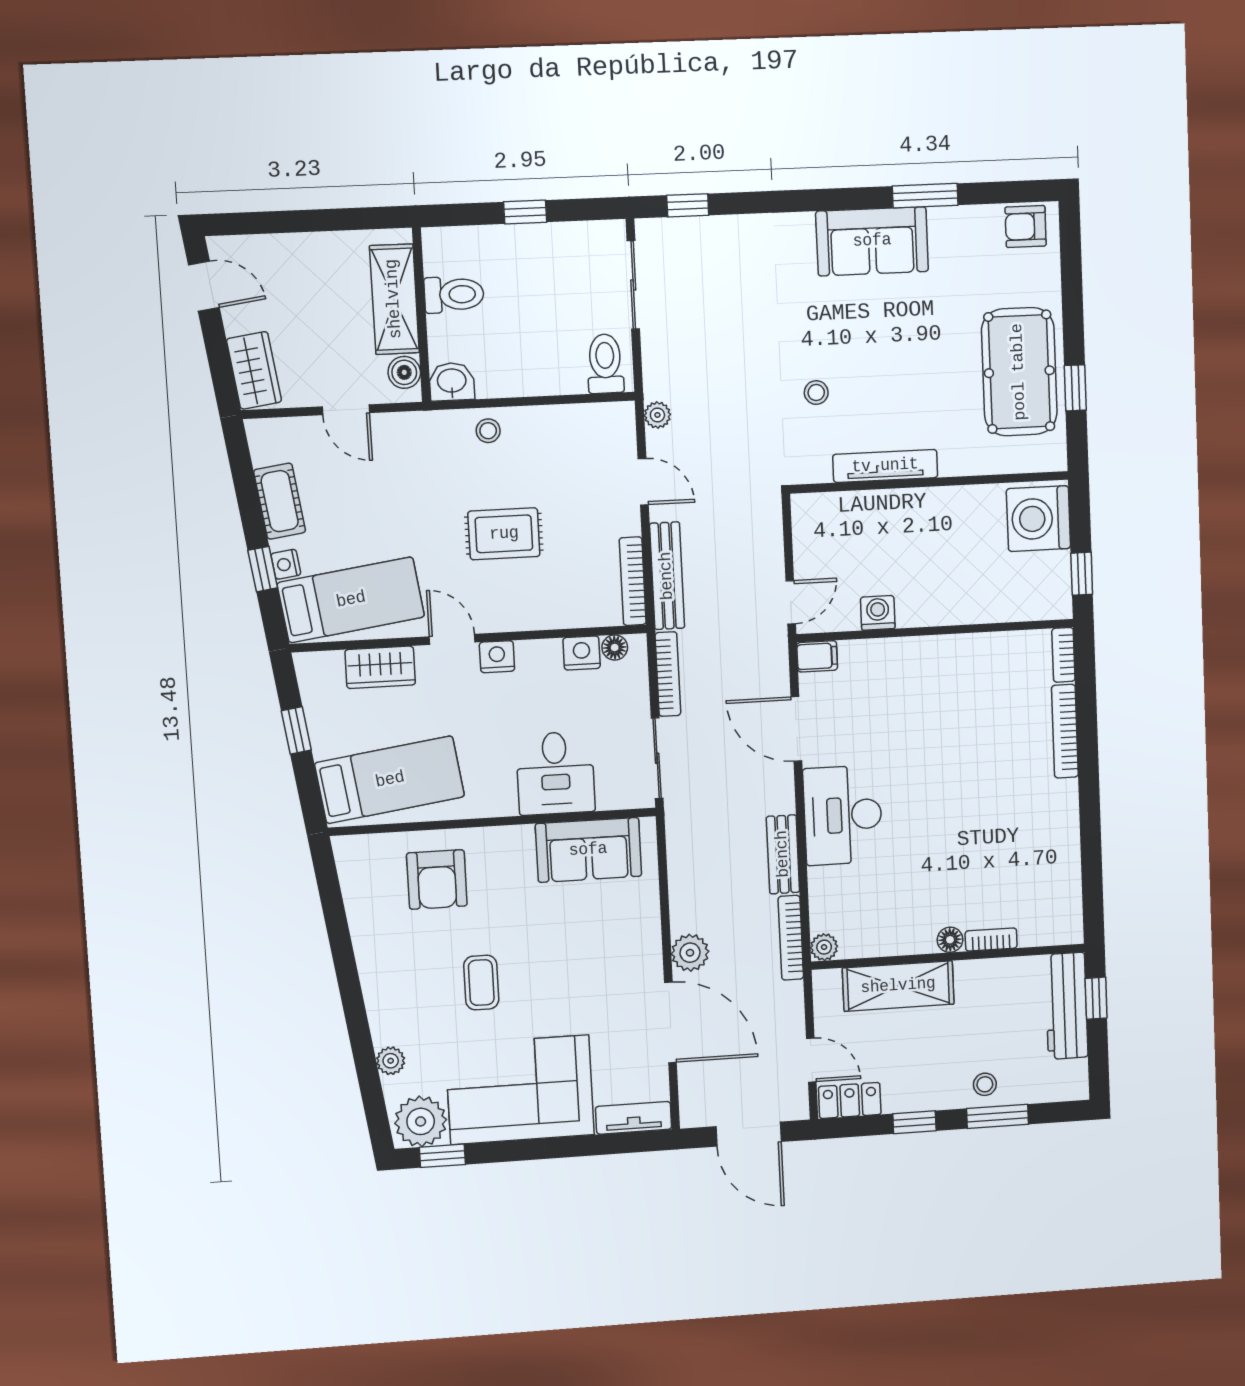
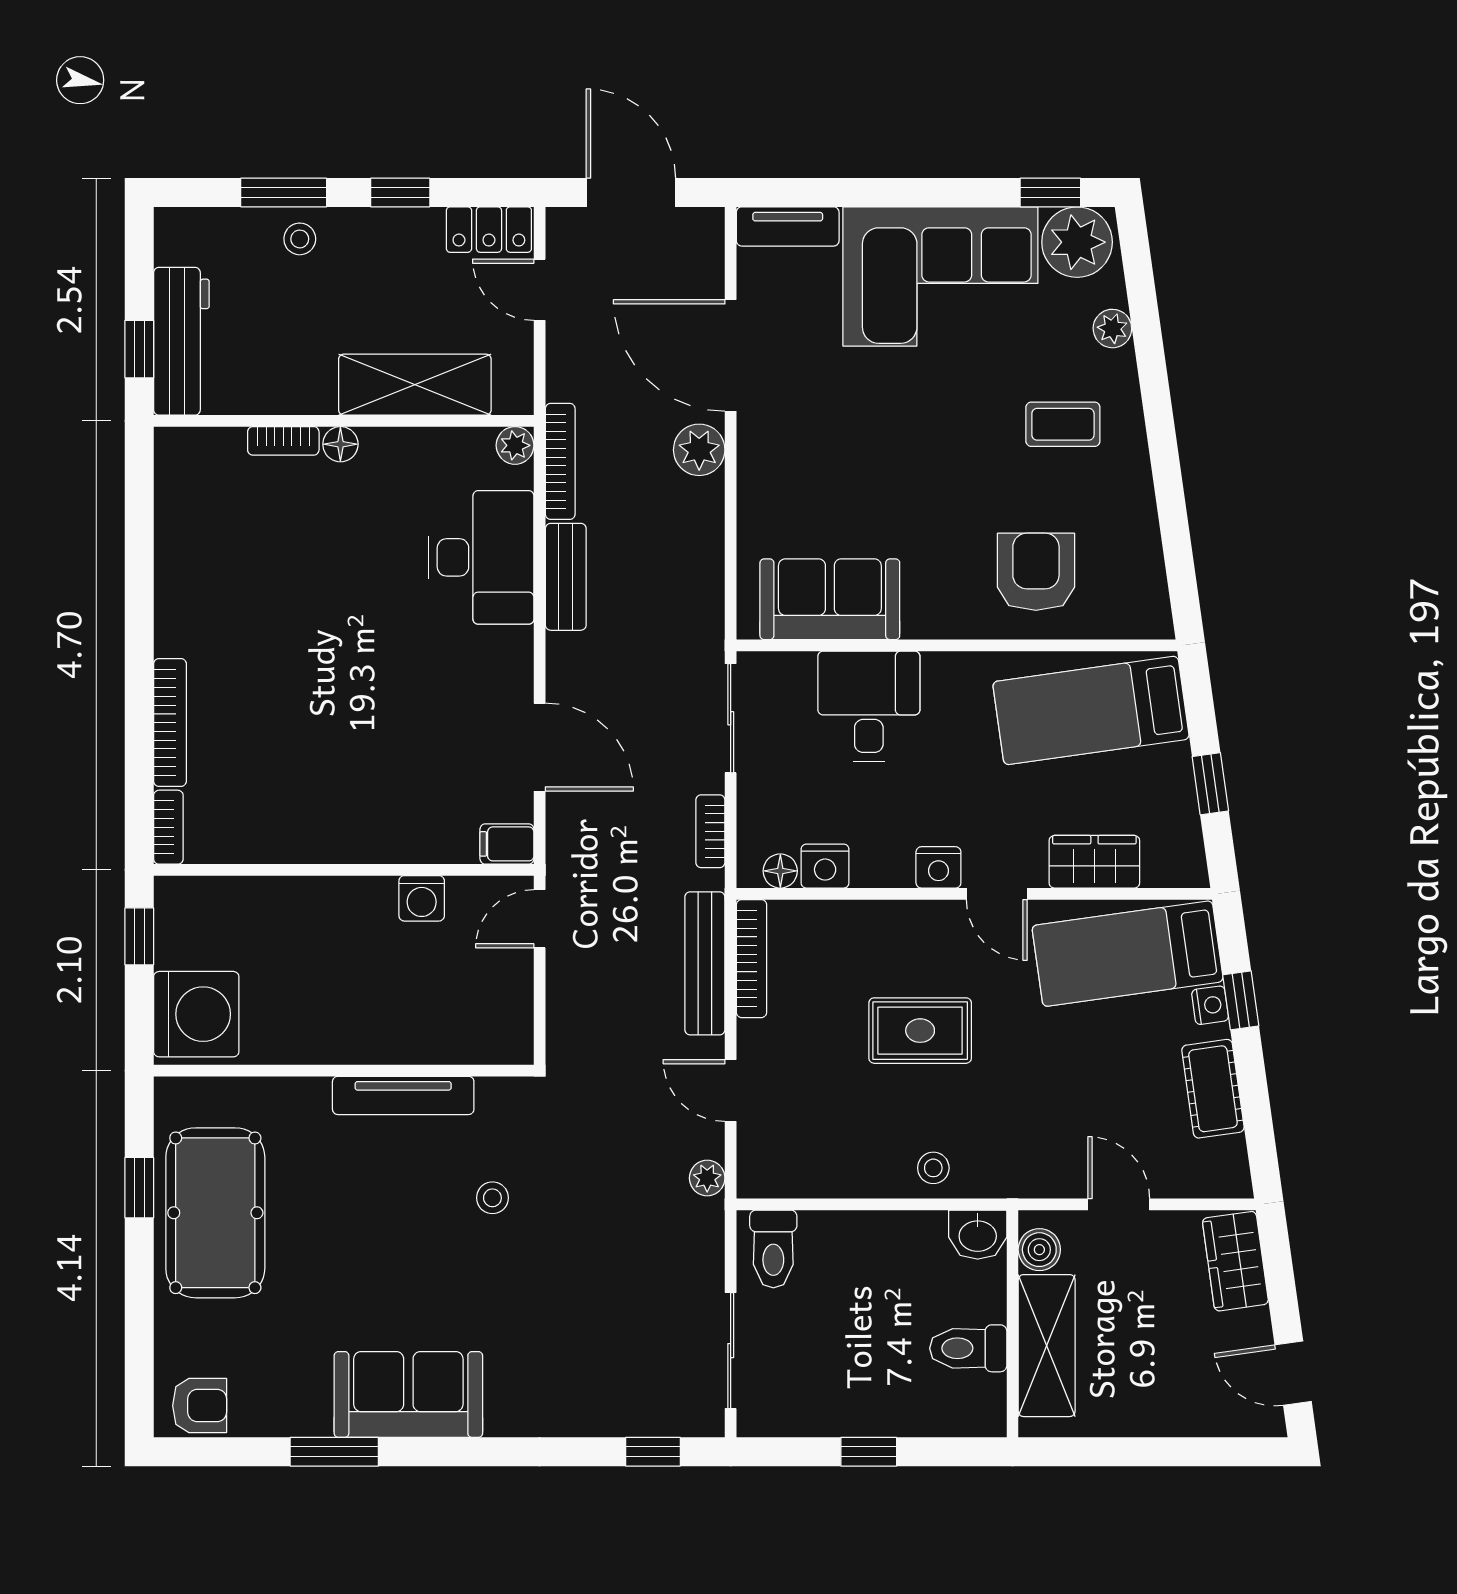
bookcase: (668, 674) -> (710, 831), width x0.64
desk: (843, 815) -> (481, 557), moved
coffee table: (481, 983) -> (1063, 424), moved, turned 90

